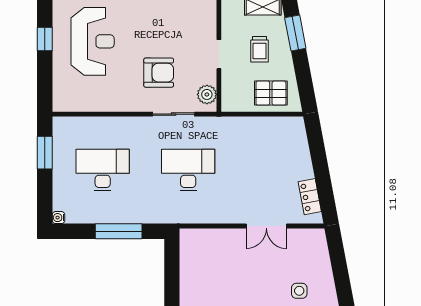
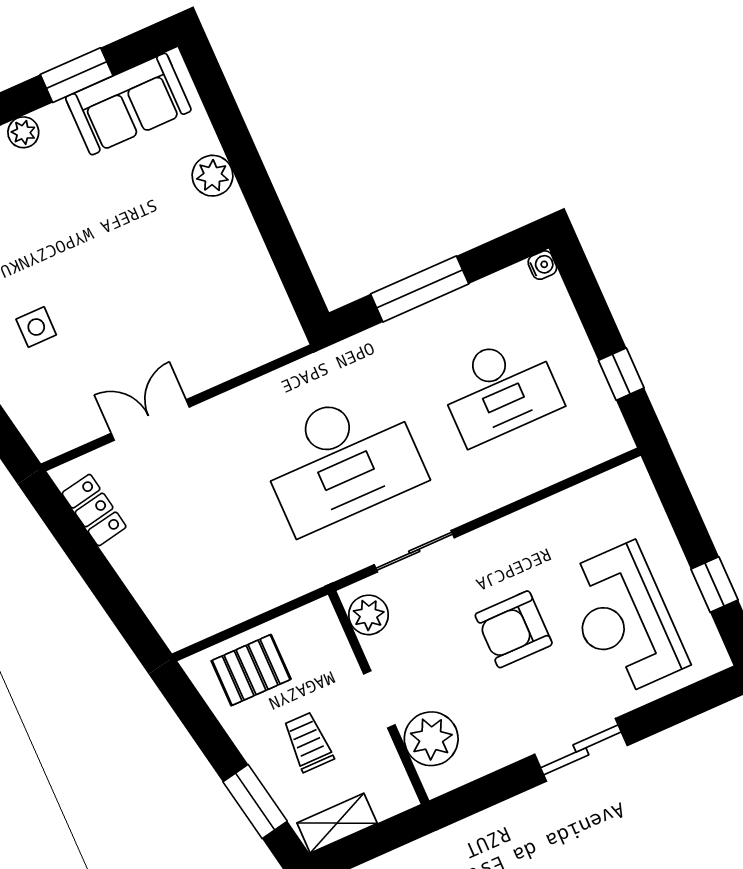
plant: (203, 26) -> (431, 739), added
armchair: (159, 73) -> (514, 629), moved
window: (45, 153) -> (621, 374), width x0.67
desk: (188, 170) -> (341, 460), width x1.36, depth x1.30

